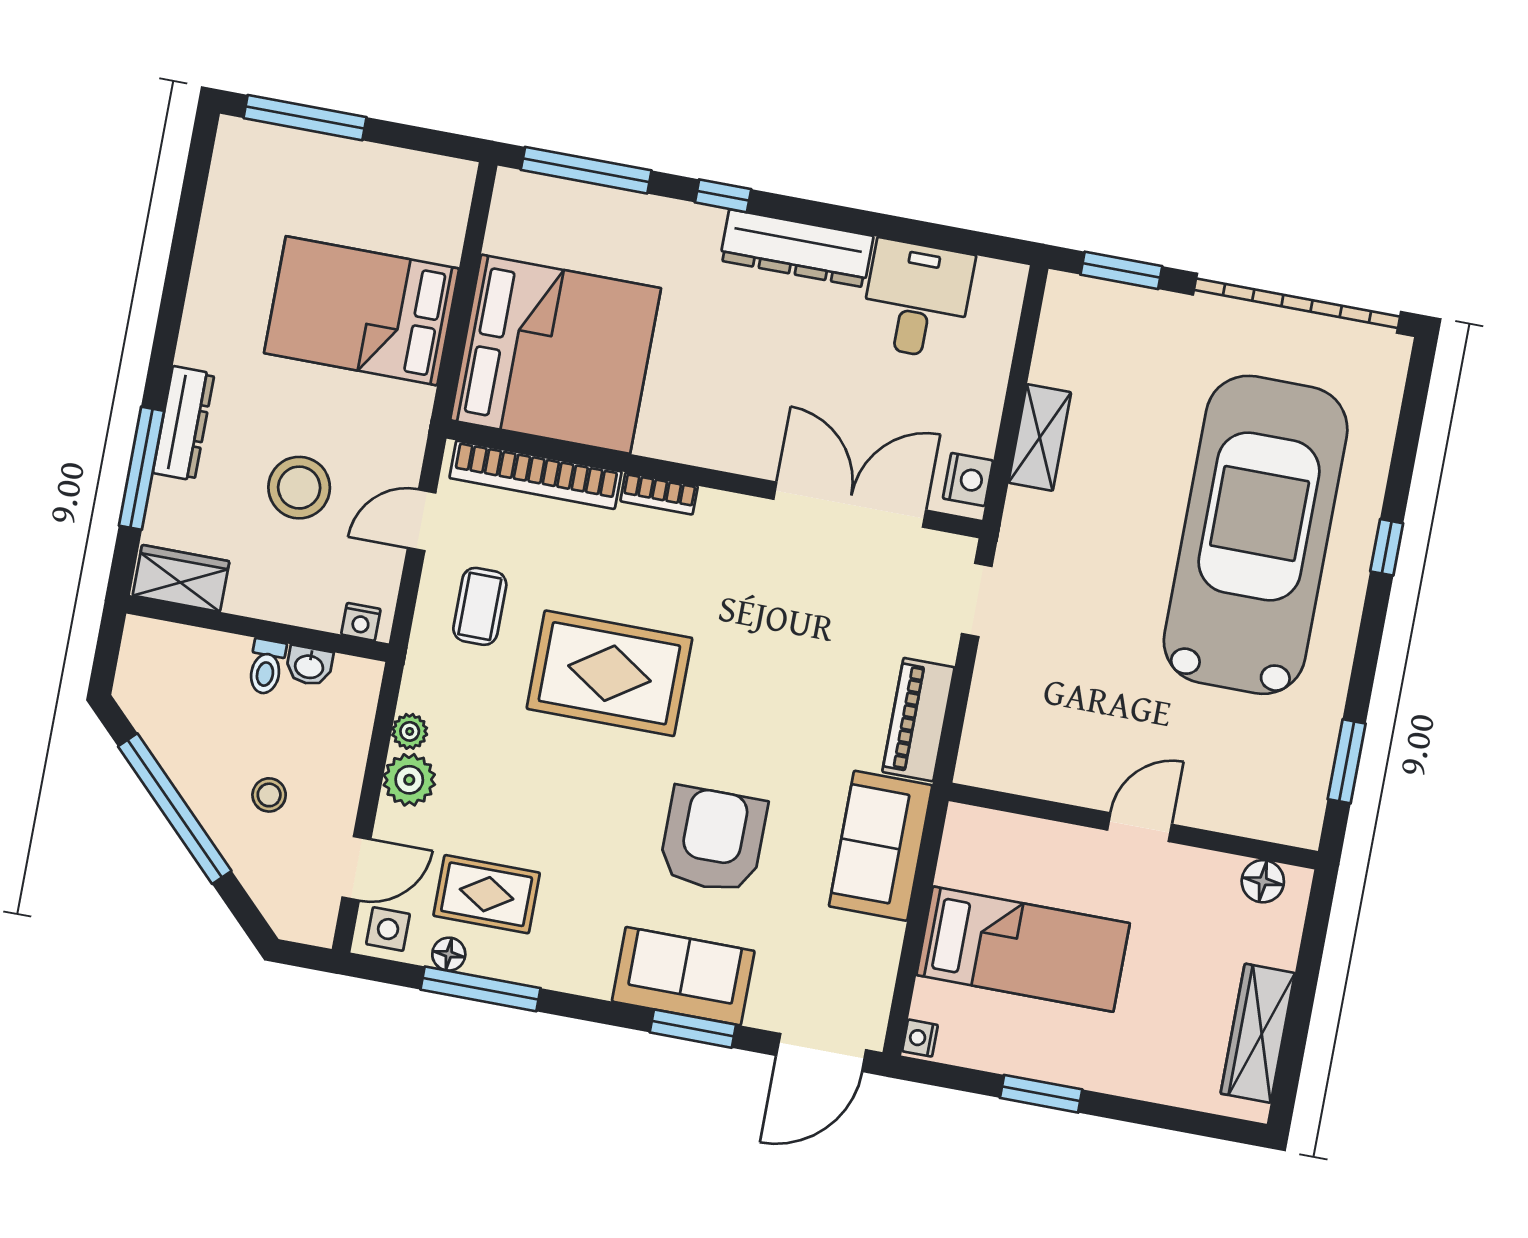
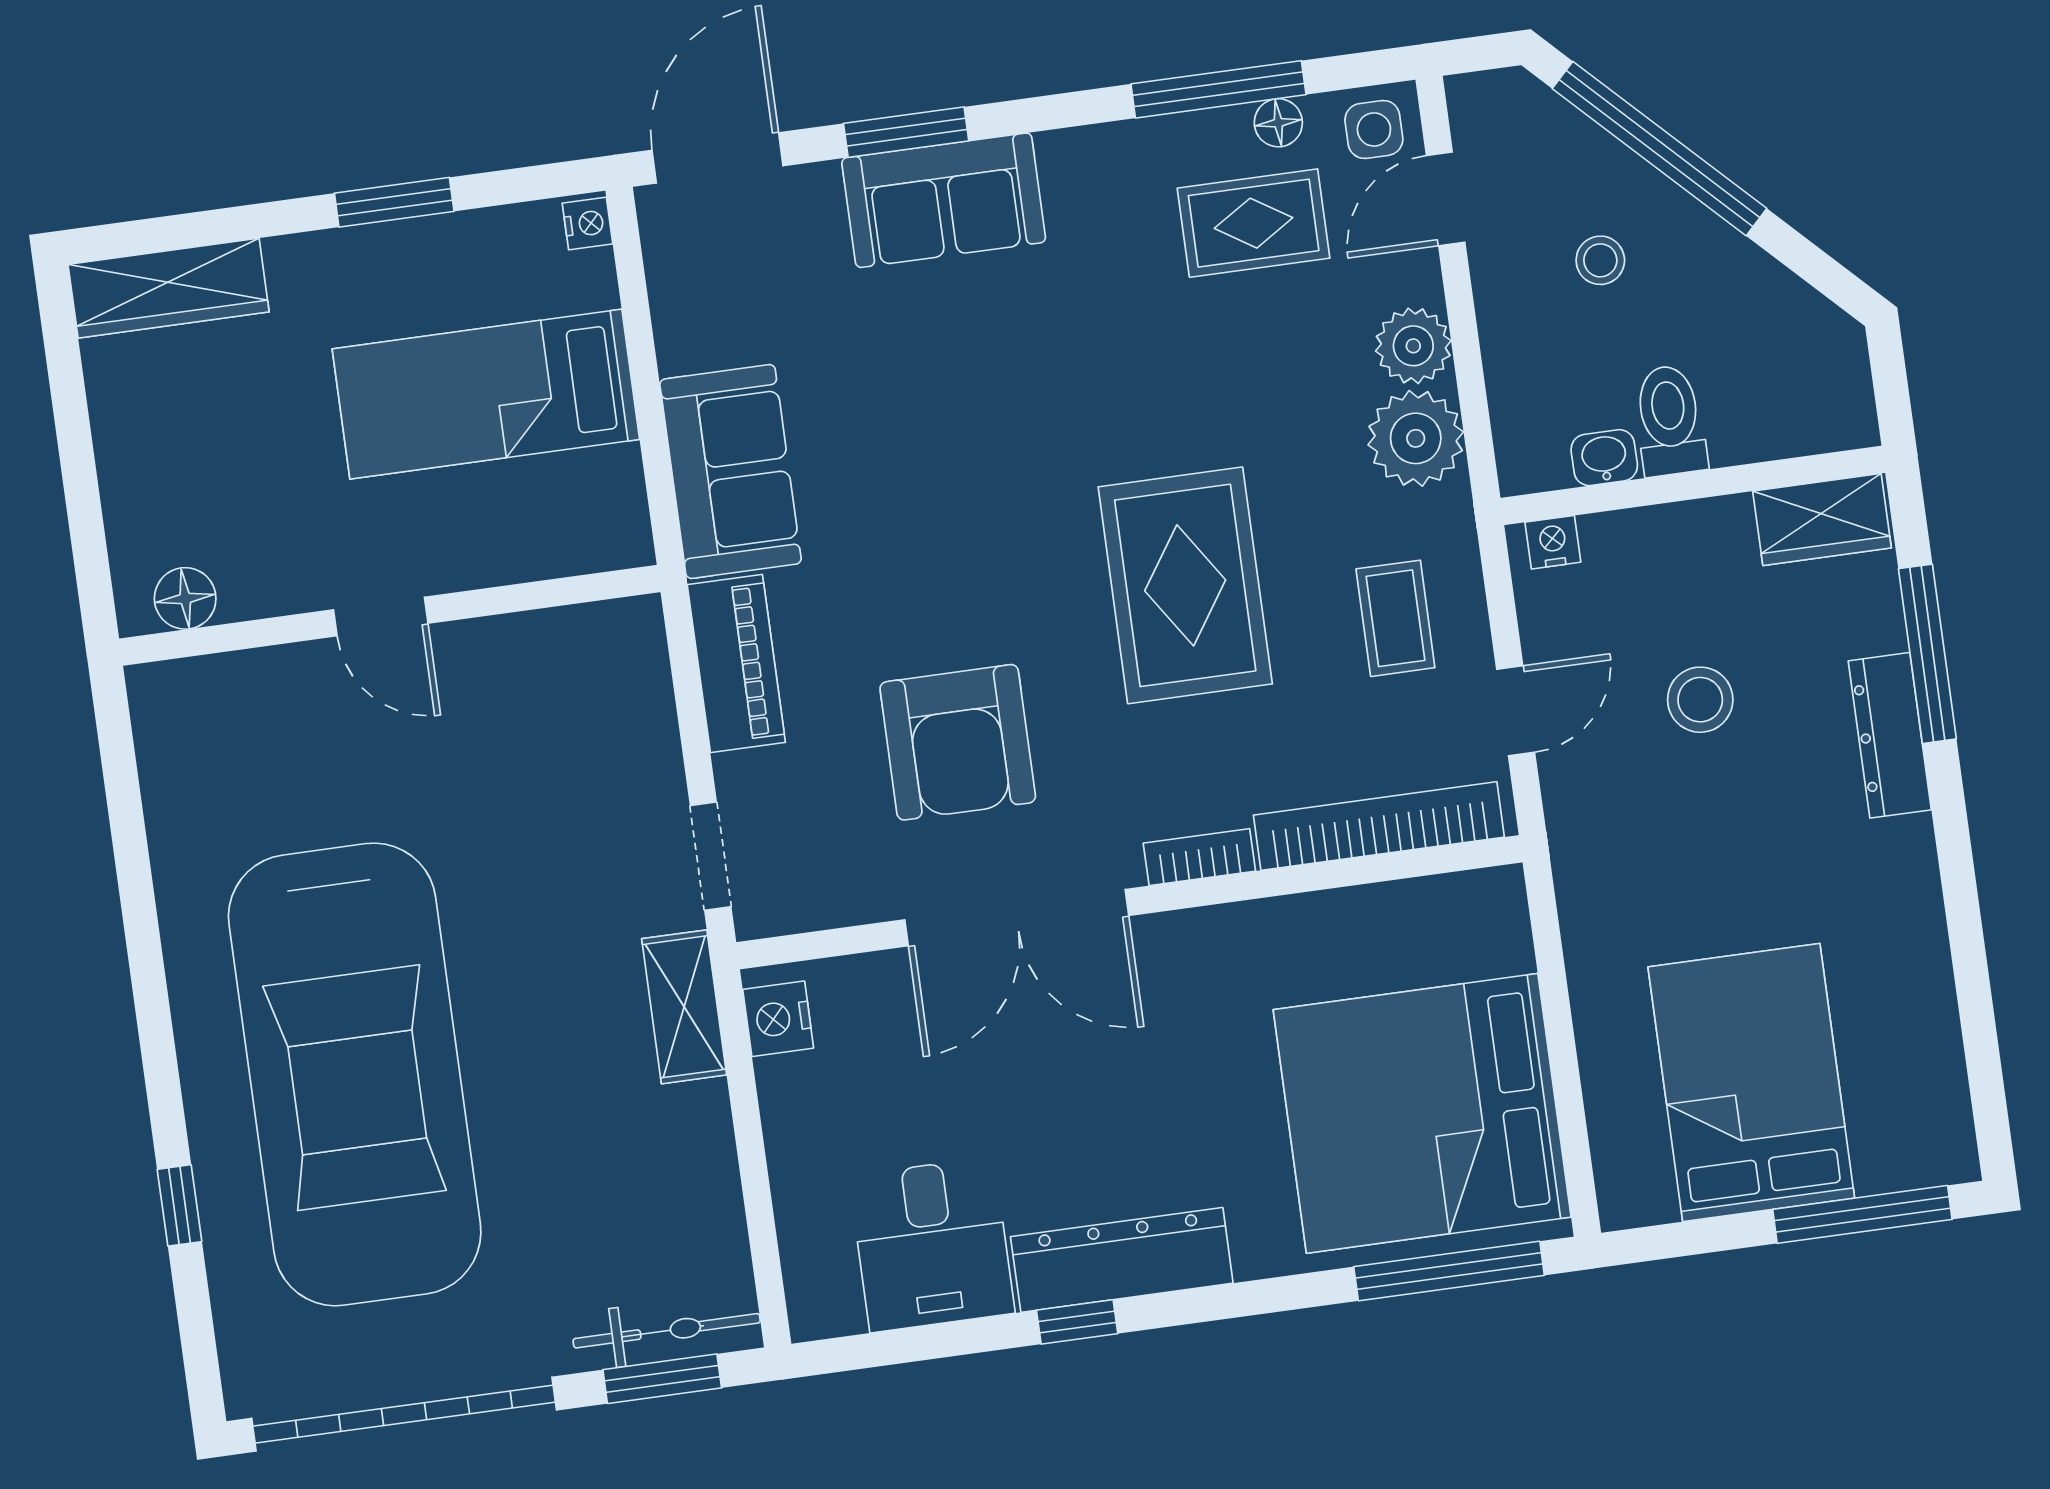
window: (723, 196) -> (1077, 1322), moved
bicycle: (1108, 301) -> (667, 1331), added
bed: (362, 311) -> (1751, 1082), moved, turned -90
bed: (555, 354) -> (1422, 1113), moved
shelving: (1040, 437) -> (684, 1007), moved
stool: (299, 488) -> (1700, 700), width x0.73, depth x0.73
double door: (850, 505) -> (1017, 918), moved
window: (1387, 547) -> (180, 1205), moved
toilet: (266, 667) -> (1670, 420), width x1.37, depth x1.39
rug: (609, 673) -> (1185, 585), turned 90
plant: (410, 731) -> (1416, 438), width x1.88, depth x1.88
window: (1347, 761) -> (124, 803), removed
window: (175, 809) -> (1659, 149), moved
door: (1139, 827) -> (381, 617), hinge flipped
armchair: (713, 840) -> (958, 742), moved
wardrobe: (1258, 1033) -> (169, 288), moved, turned 90

